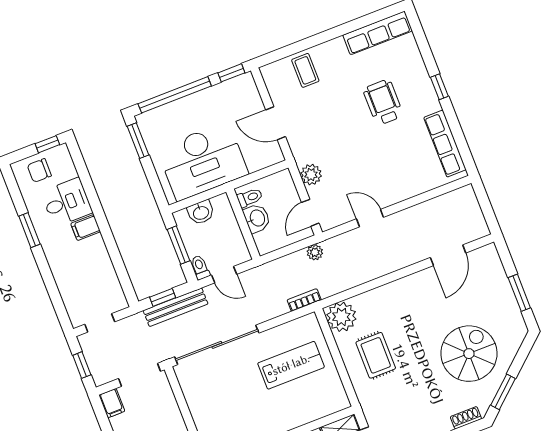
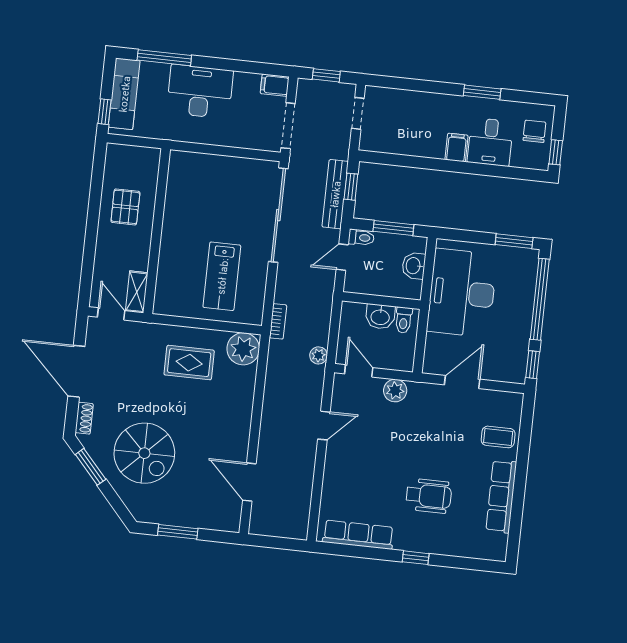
row of seats: (378, 33) -> (501, 496), moved

